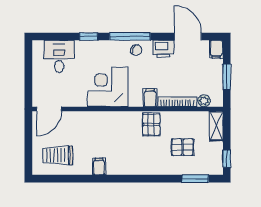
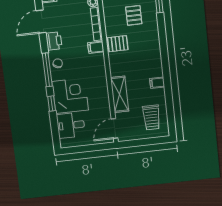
corner desk: (108, 87) -> (70, 96), moved, turned 180
door: (49, 109) -> (115, 129), swing flipped
shelving: (90, 120) -> (120, 94), added

